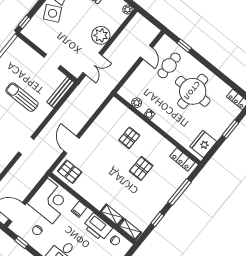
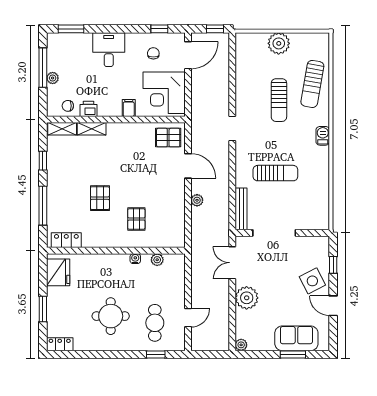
window: (25, 22) -> (333, 265), moved
door: (146, 52) -> (188, 318), swing flipped
doorway: (52, 61) -> (274, 233), width x1.88
round table: (193, 91) -> (111, 316), width x0.73, depth x0.73
plant: (83, 119) -> (197, 200), added
printer: (98, 227) -> (89, 109), width x0.53, depth x0.68

